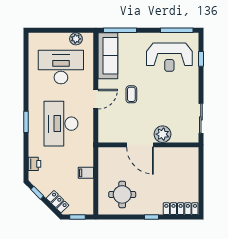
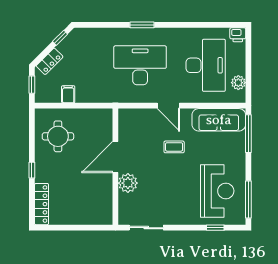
reception desk: (169, 57) -> (217, 191), turned 180
printer: (35, 164) -> (238, 35), moved
filing cabinet: (86, 173) -> (68, 94), moved

